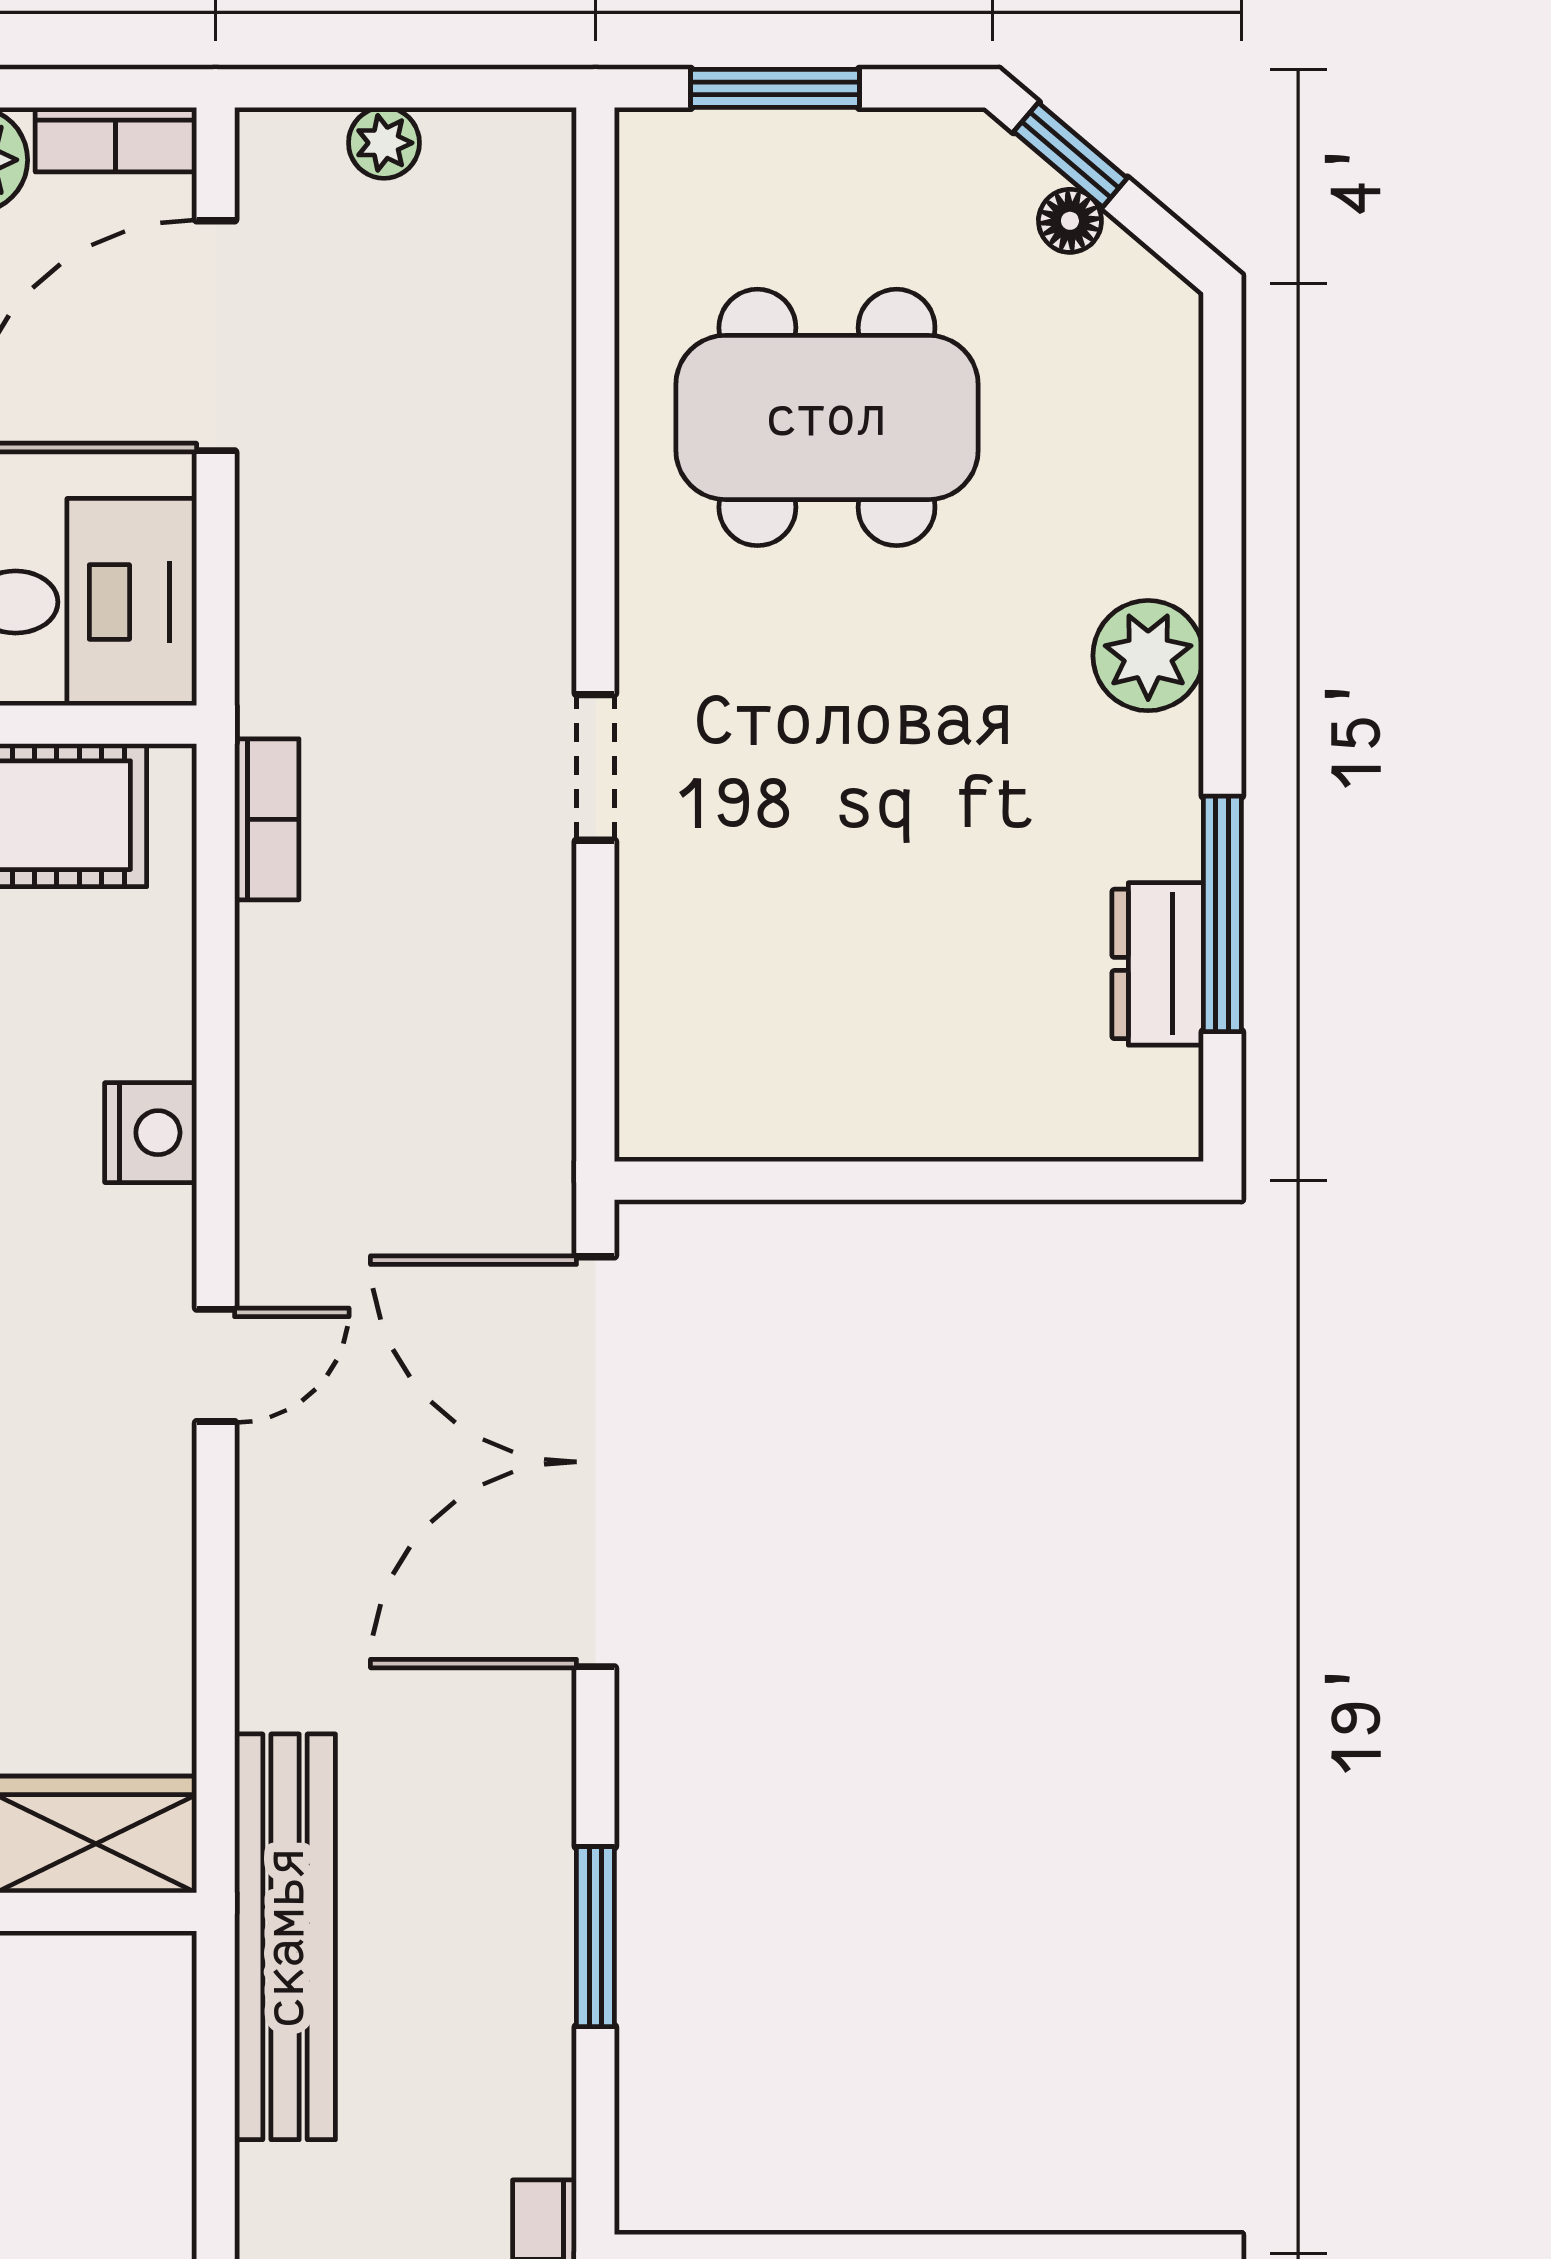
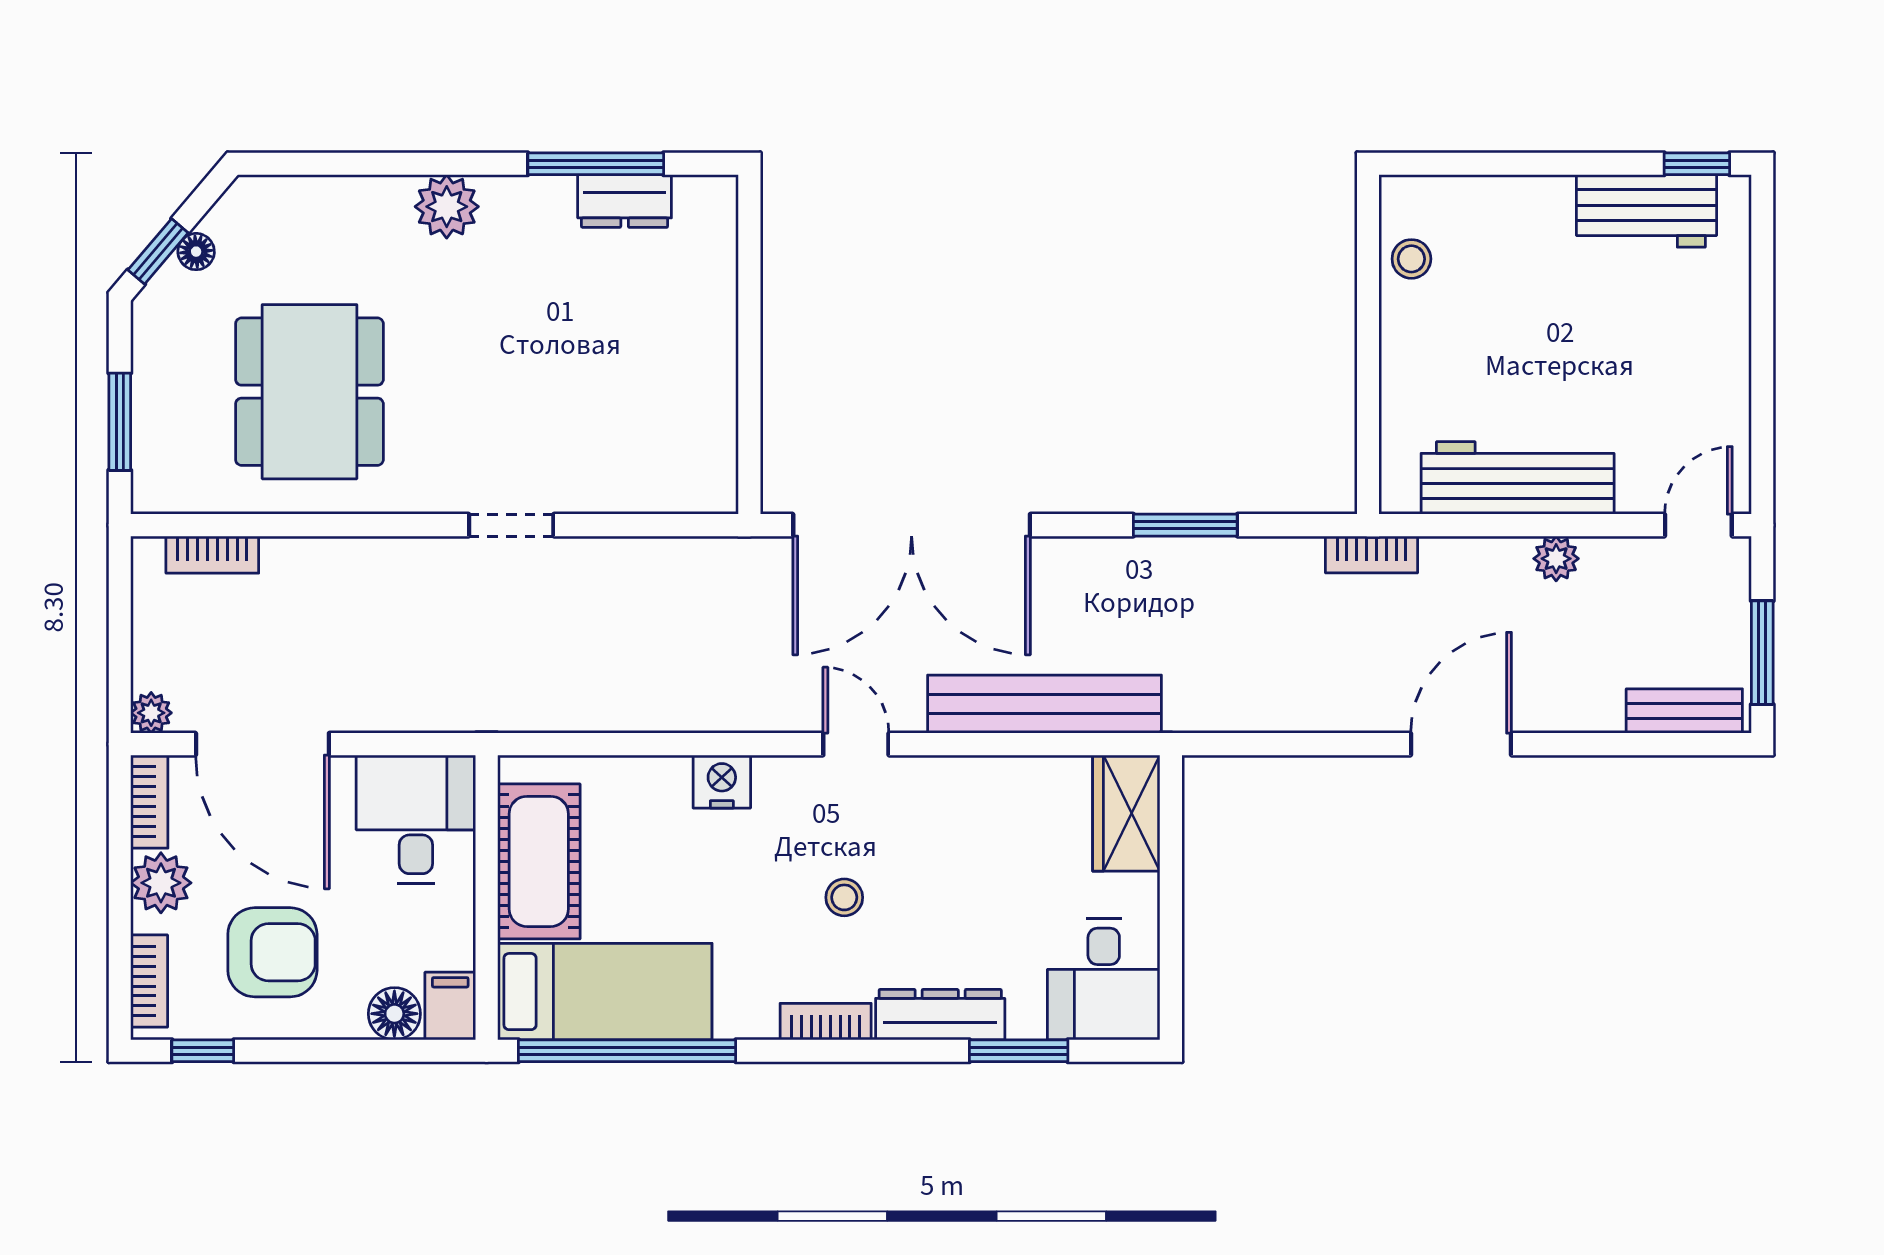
plant: (384, 143) -> (151, 713), moved
bookcase: (267, 819) -> (212, 555), moved, turned 180
bench: (285, 1937) -> (1044, 704), moved

